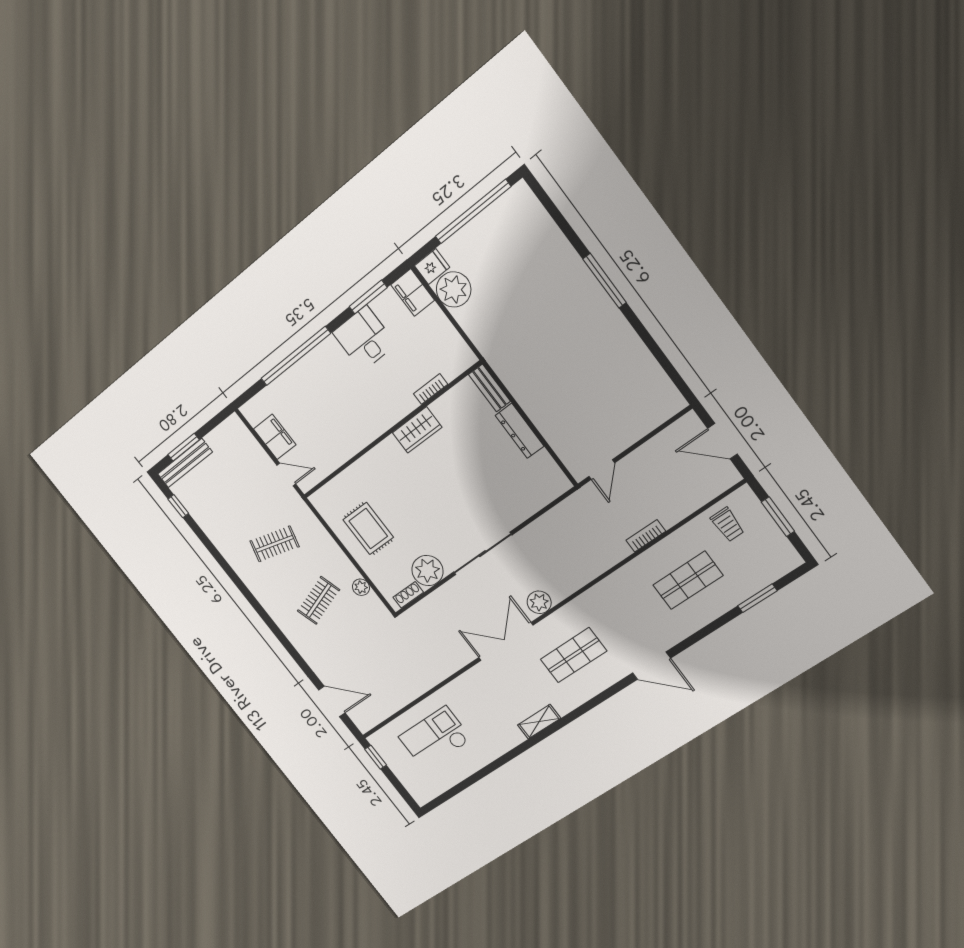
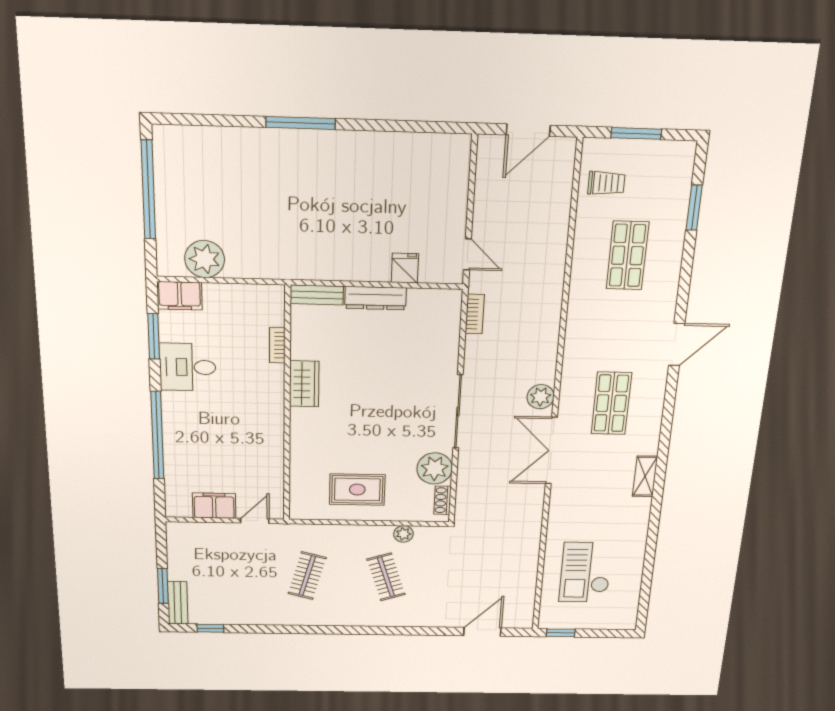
fridge: (432, 267) -> (405, 268), moved
bench: (185, 463) -> (178, 603), width x0.73
bookcase: (646, 536) -> (475, 314), moved, turned 180

